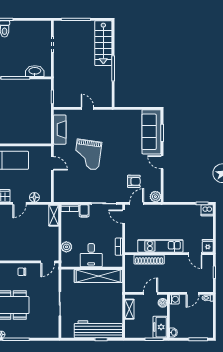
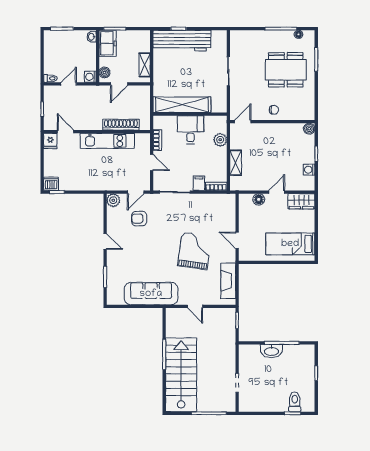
stairs: (103, 43) -> (181, 375), width x1.36, depth x1.51
washbasin: (35, 71) -> (271, 351), moved
sofa: (151, 132) -> (151, 294), moved, turned -90
shelving: (54, 215) -> (236, 163), moved
door: (124, 217) -> (152, 163), moved

